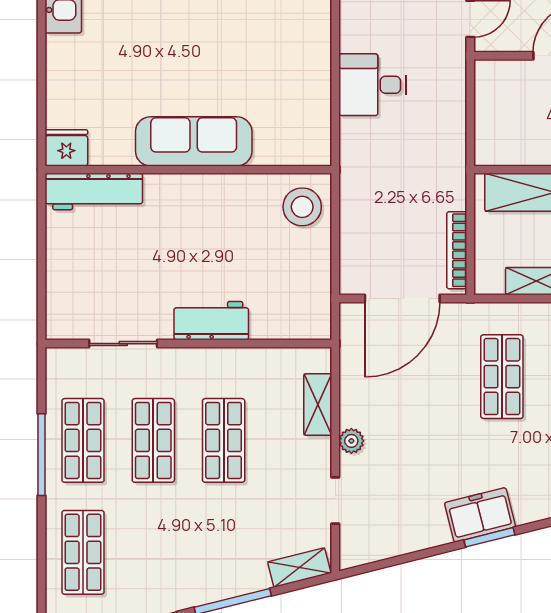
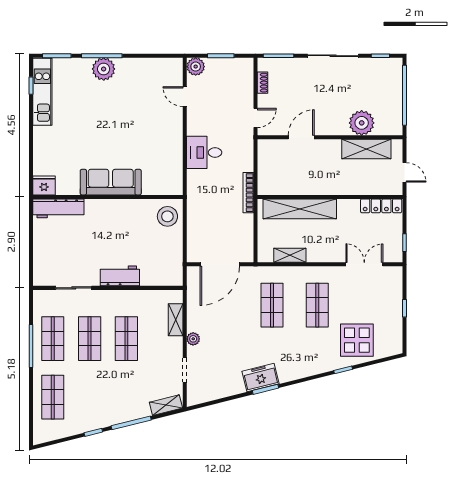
bookcase: (457, 250) -> (248, 193), moved

